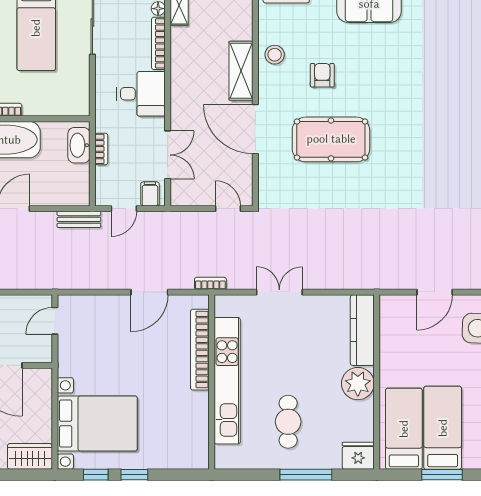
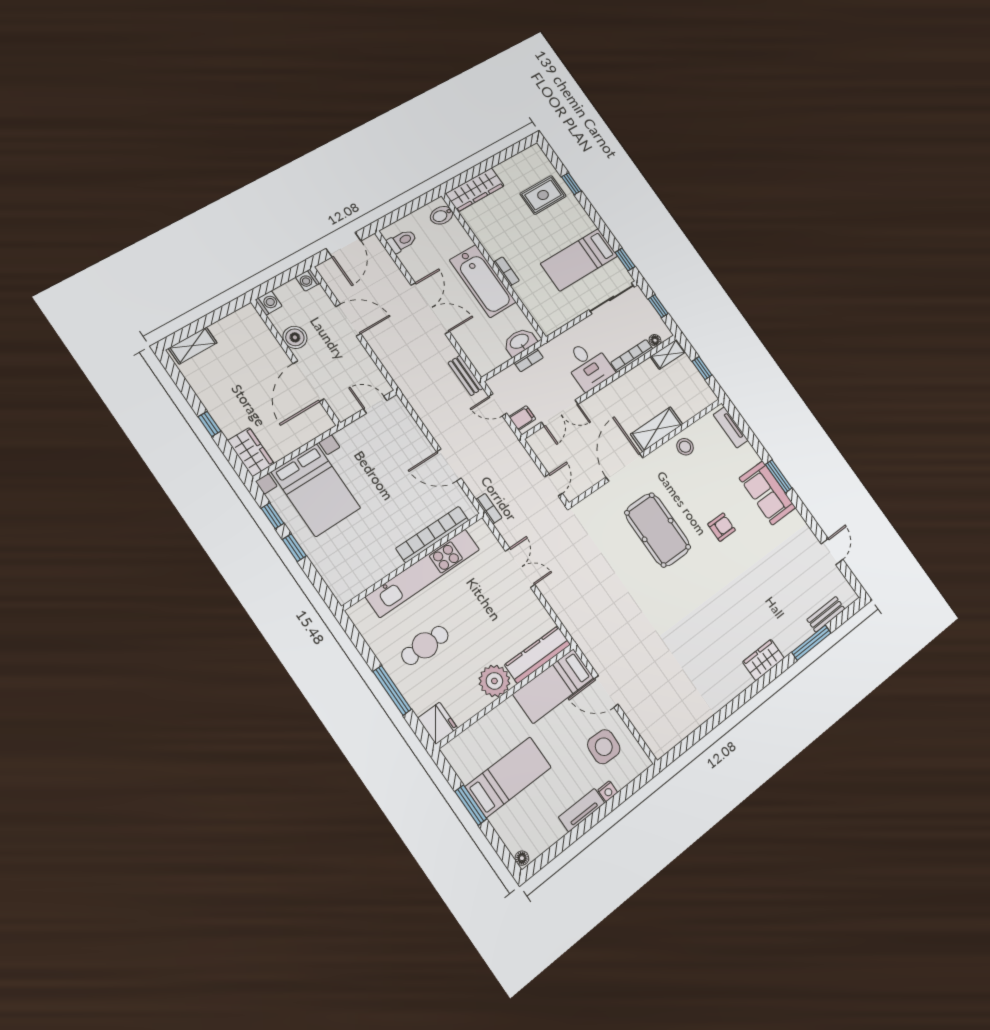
armchair: (322, 75) -> (722, 527), moved
bed: (404, 429) -> (553, 686), moved, turned 180

